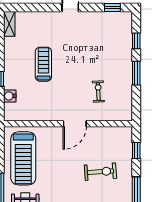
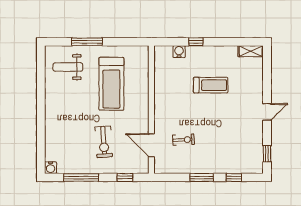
door: (75, 124) -> (151, 145), moved
treadmill: (23, 158) -> (111, 84), moved, turned -90

